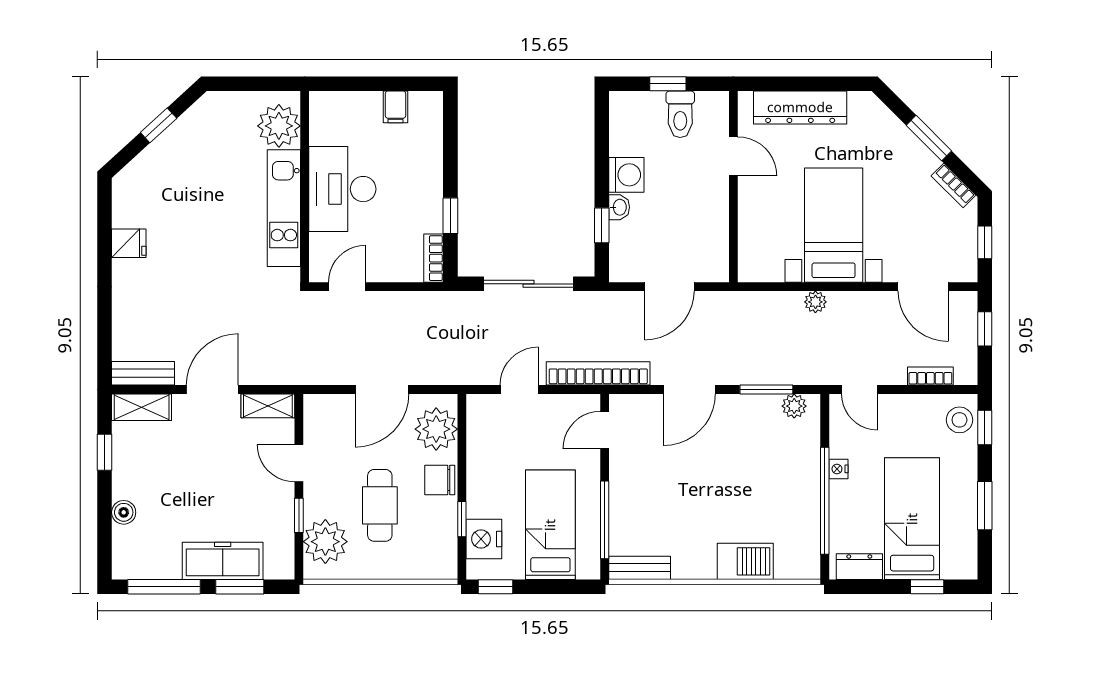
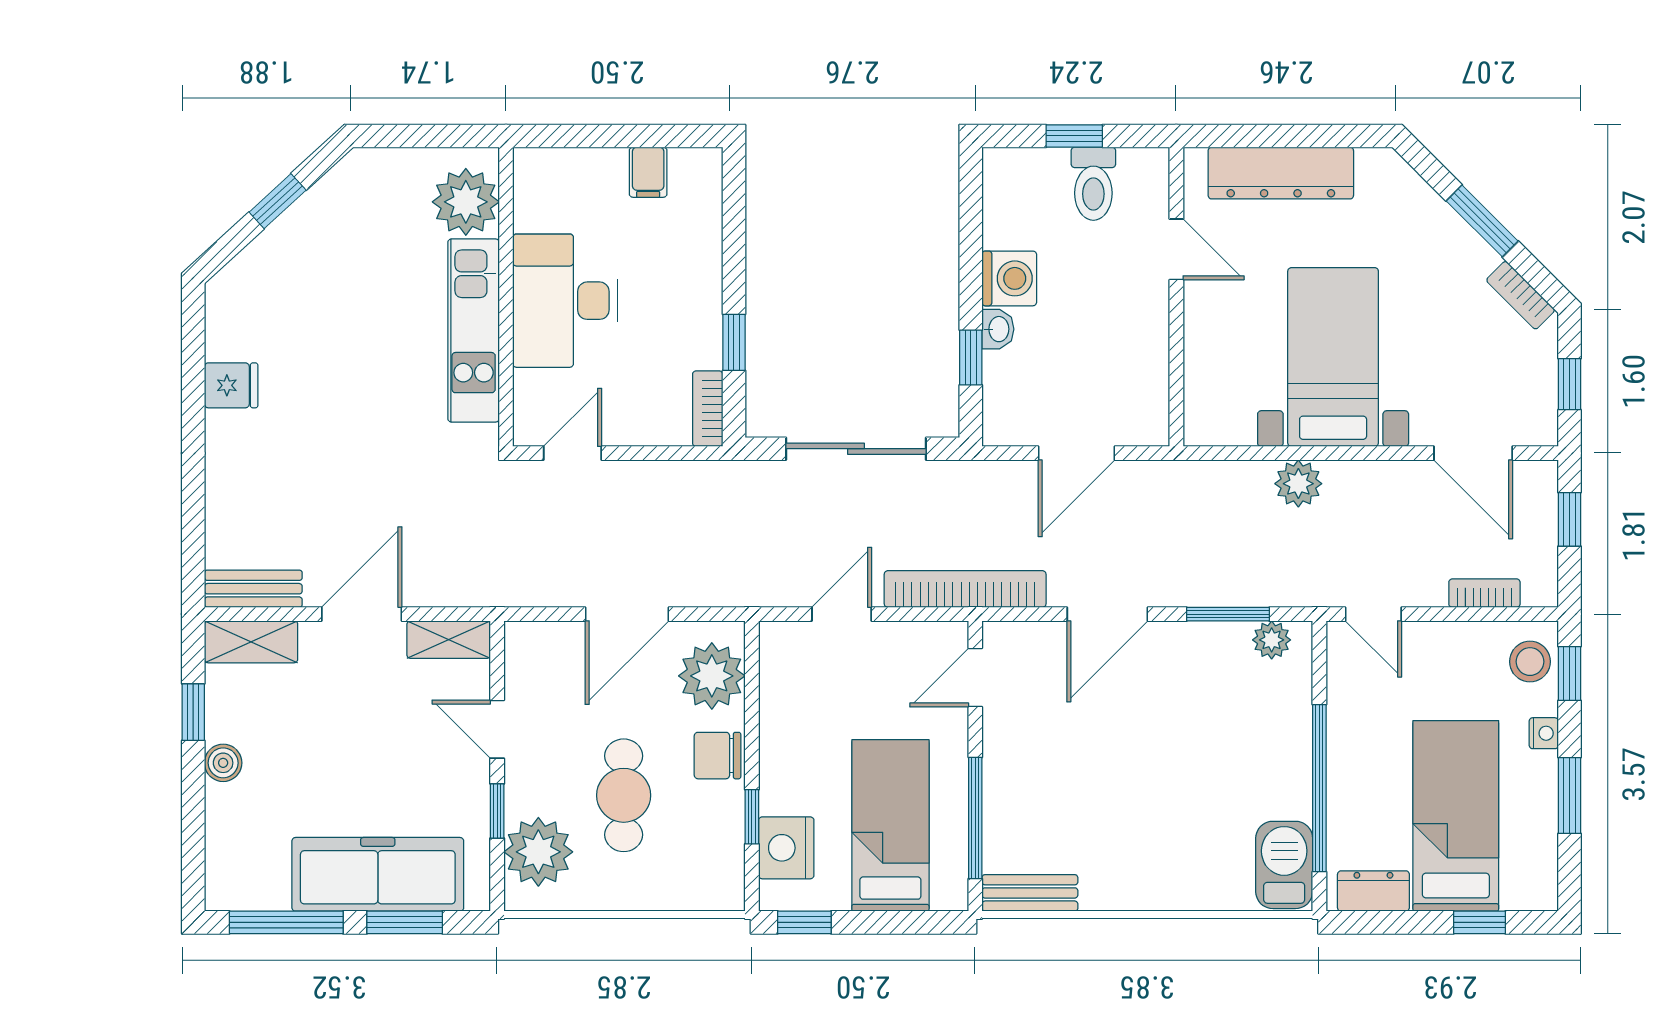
plant: (815, 302) -> (1298, 484), width x1.38, depth x1.38
nightstand: (838, 469) -> (1544, 733), moved, turned 180
boiler: (124, 512) -> (223, 763), moved
freezer: (223, 561) -> (378, 874), width x1.36, depth x1.26
barbecue: (745, 561) -> (1284, 865), moved, turned -90

